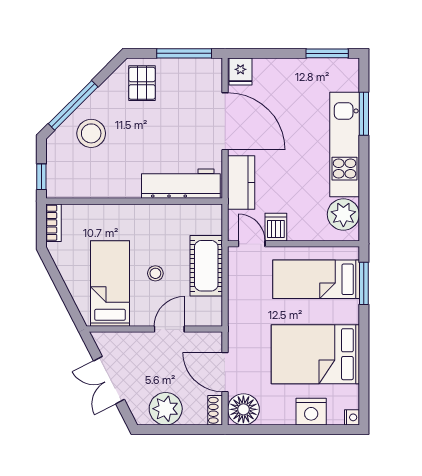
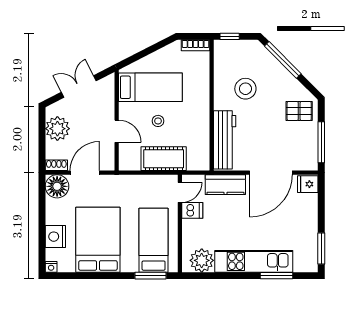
stool: (91, 133) -> (245, 89), moved

